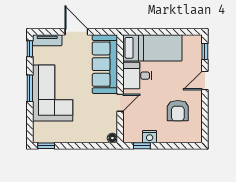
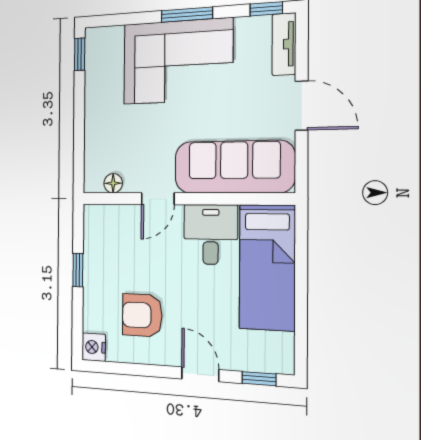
door: (76, 32) -> (302, 106), hinge flipped
door: (120, 103) -> (158, 199), hinge flipped
nightstand: (150, 137) -> (94, 347), moved
floor lamp: (112, 138) -> (113, 183), moved
window: (142, 146) -> (78, 270), moved

